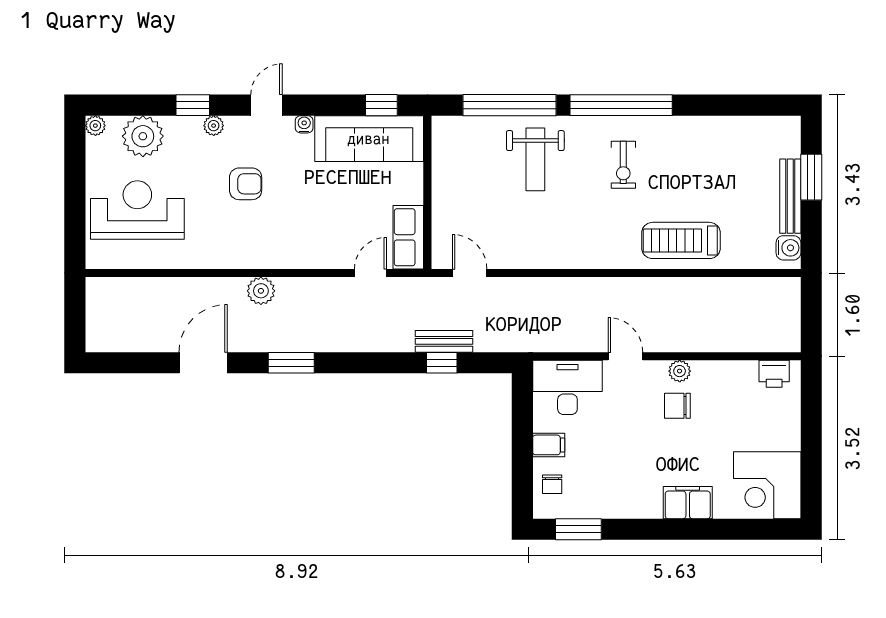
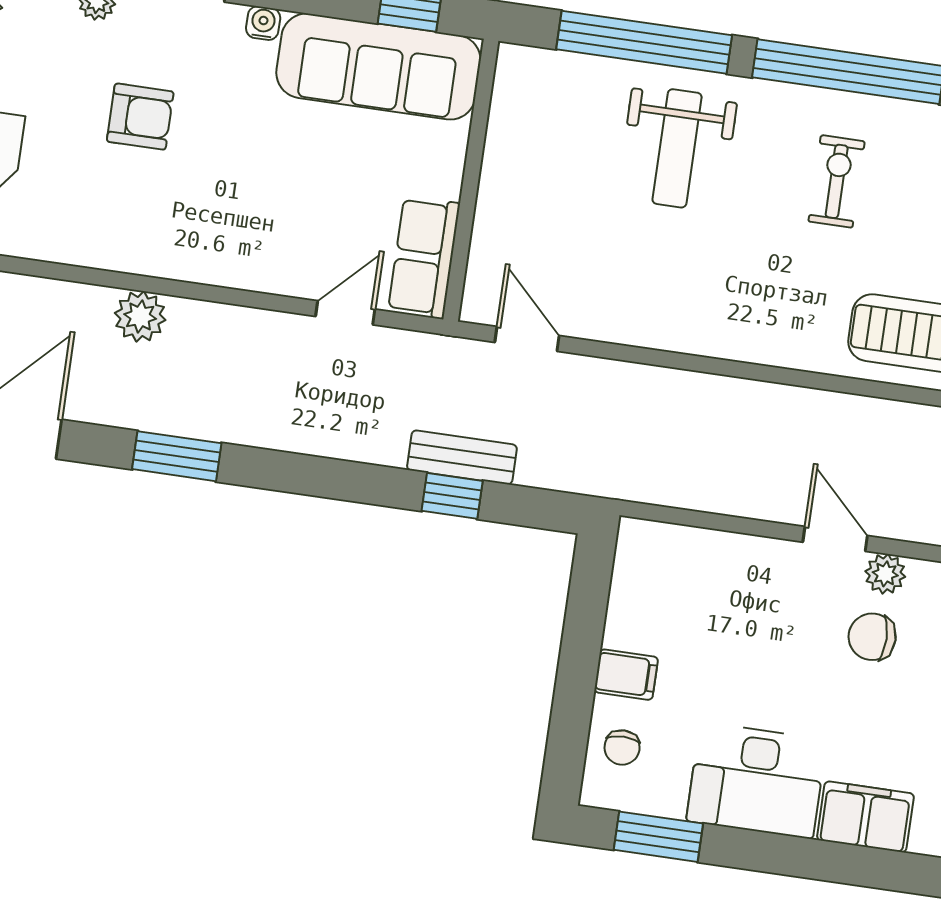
exercise bike: (623, 165) -> (837, 181), turned 180
door: (626, 356) -> (835, 539), moved
desk: (567, 387) -> (756, 781), moved, turned 180

